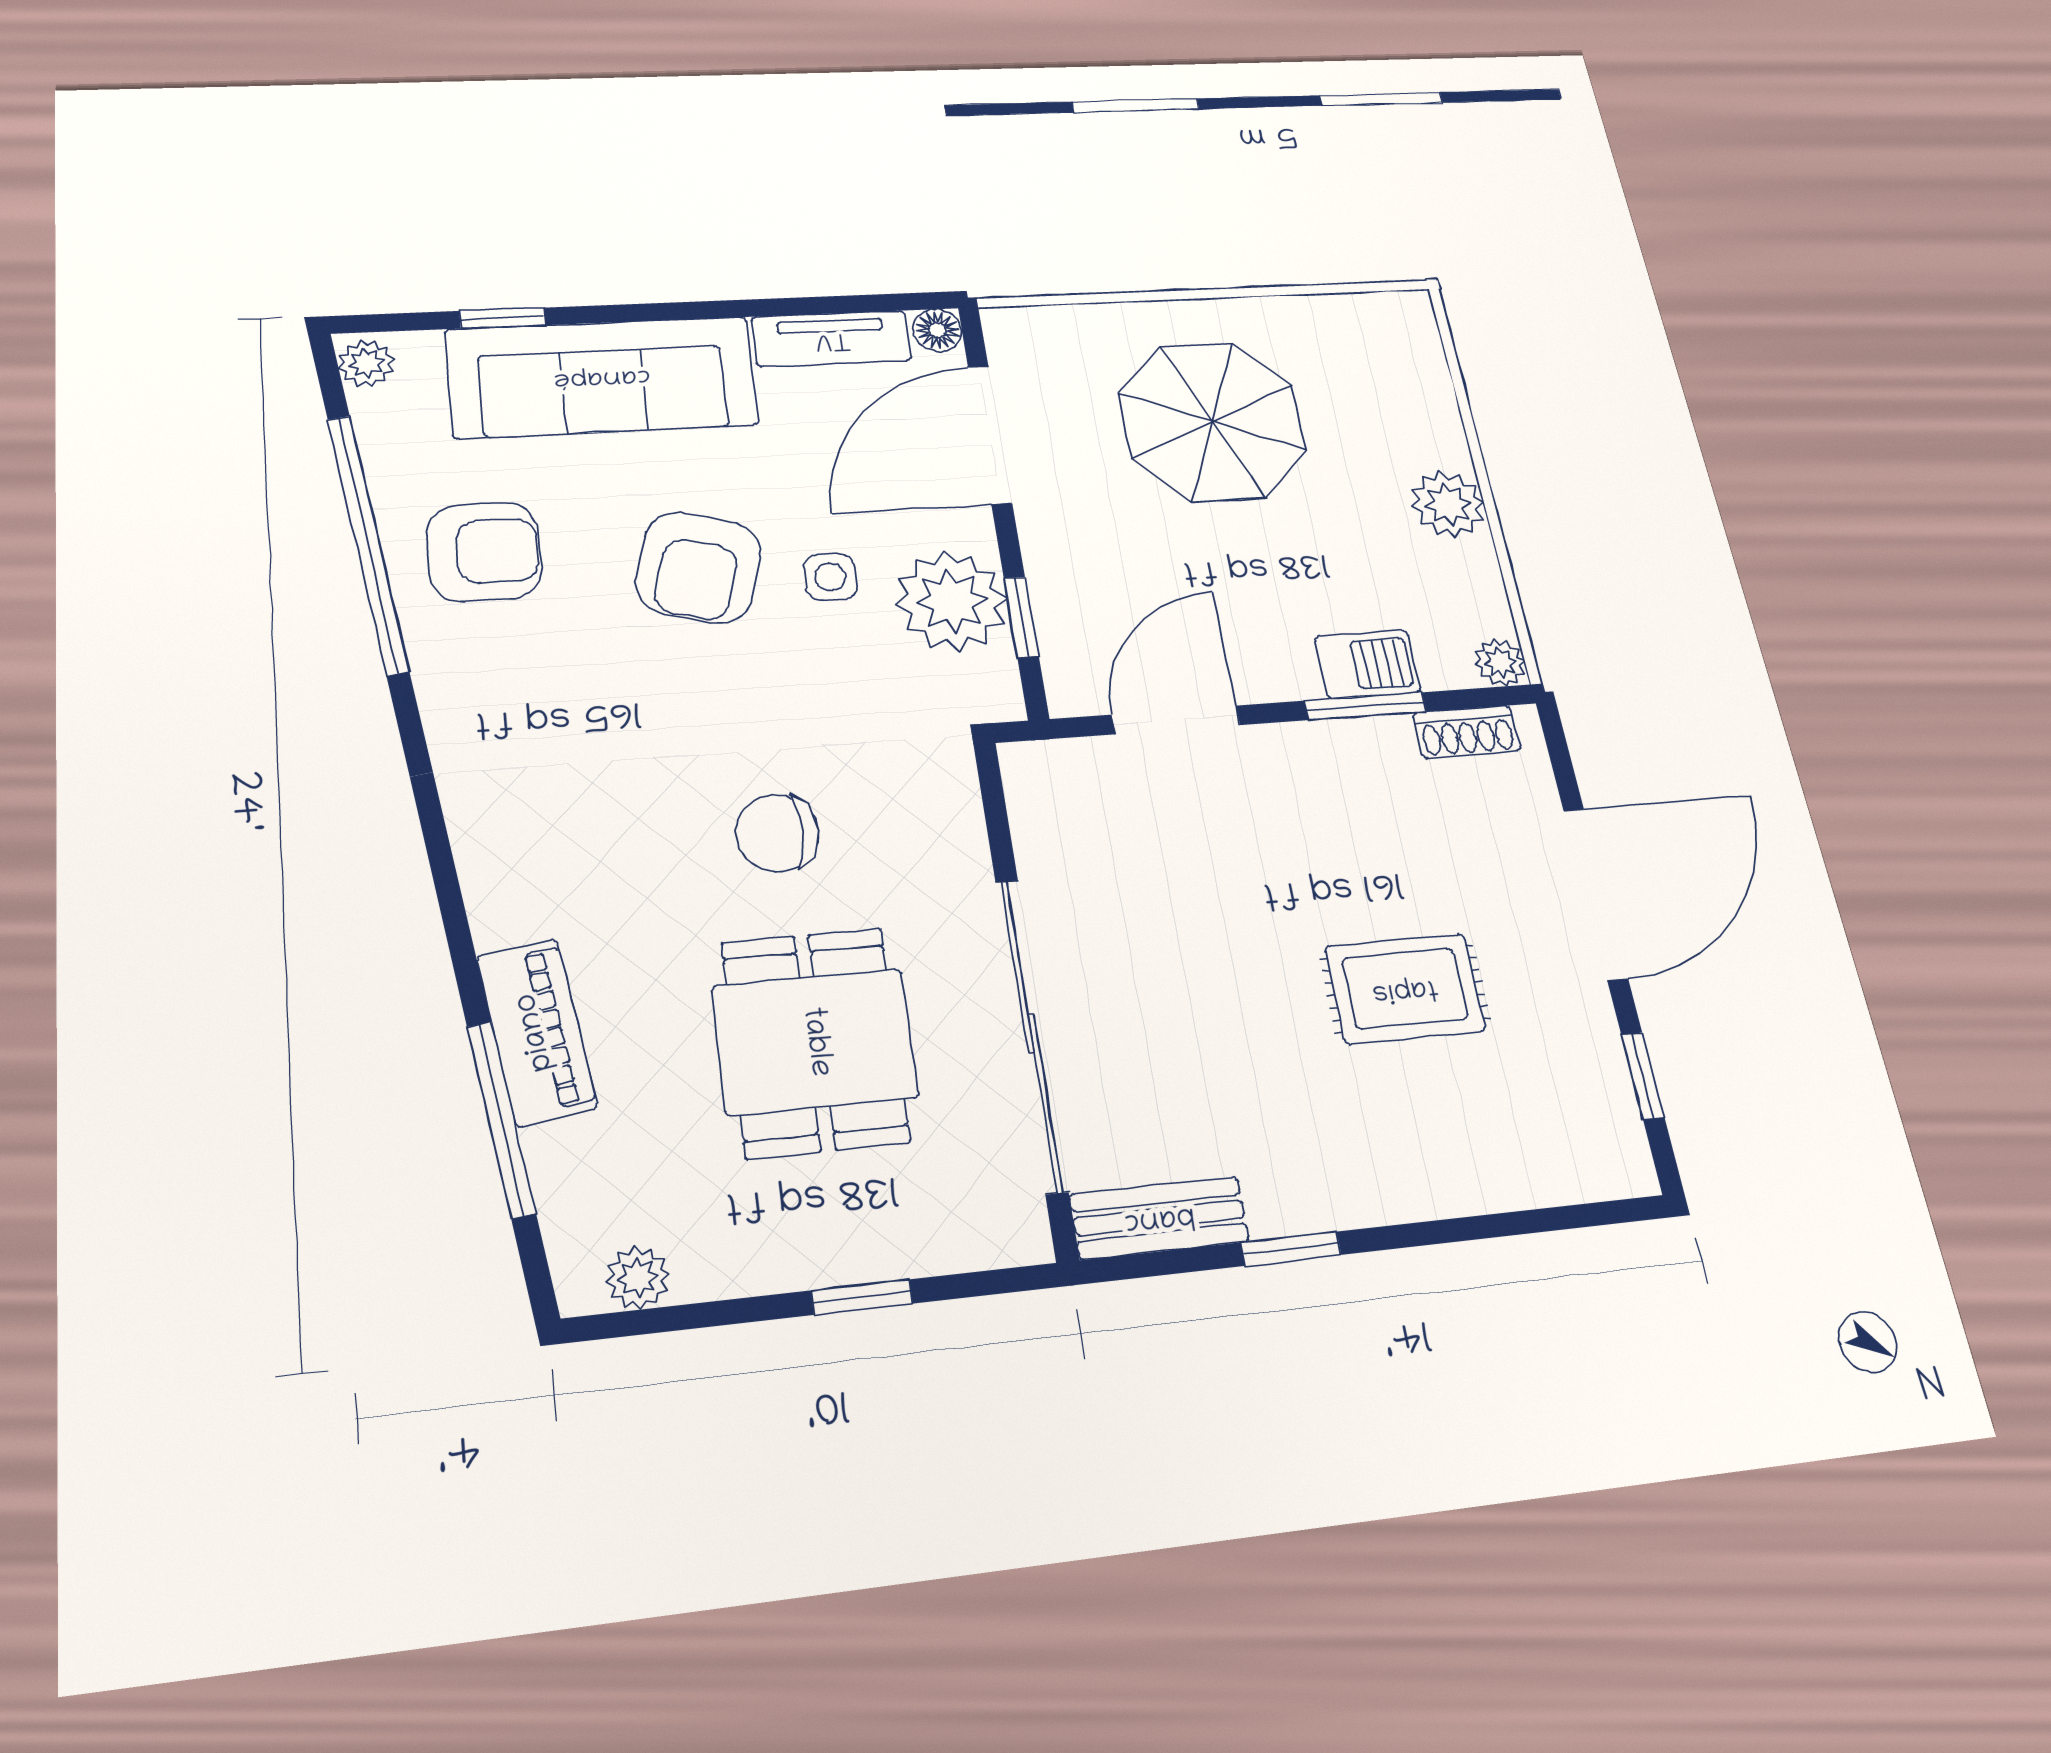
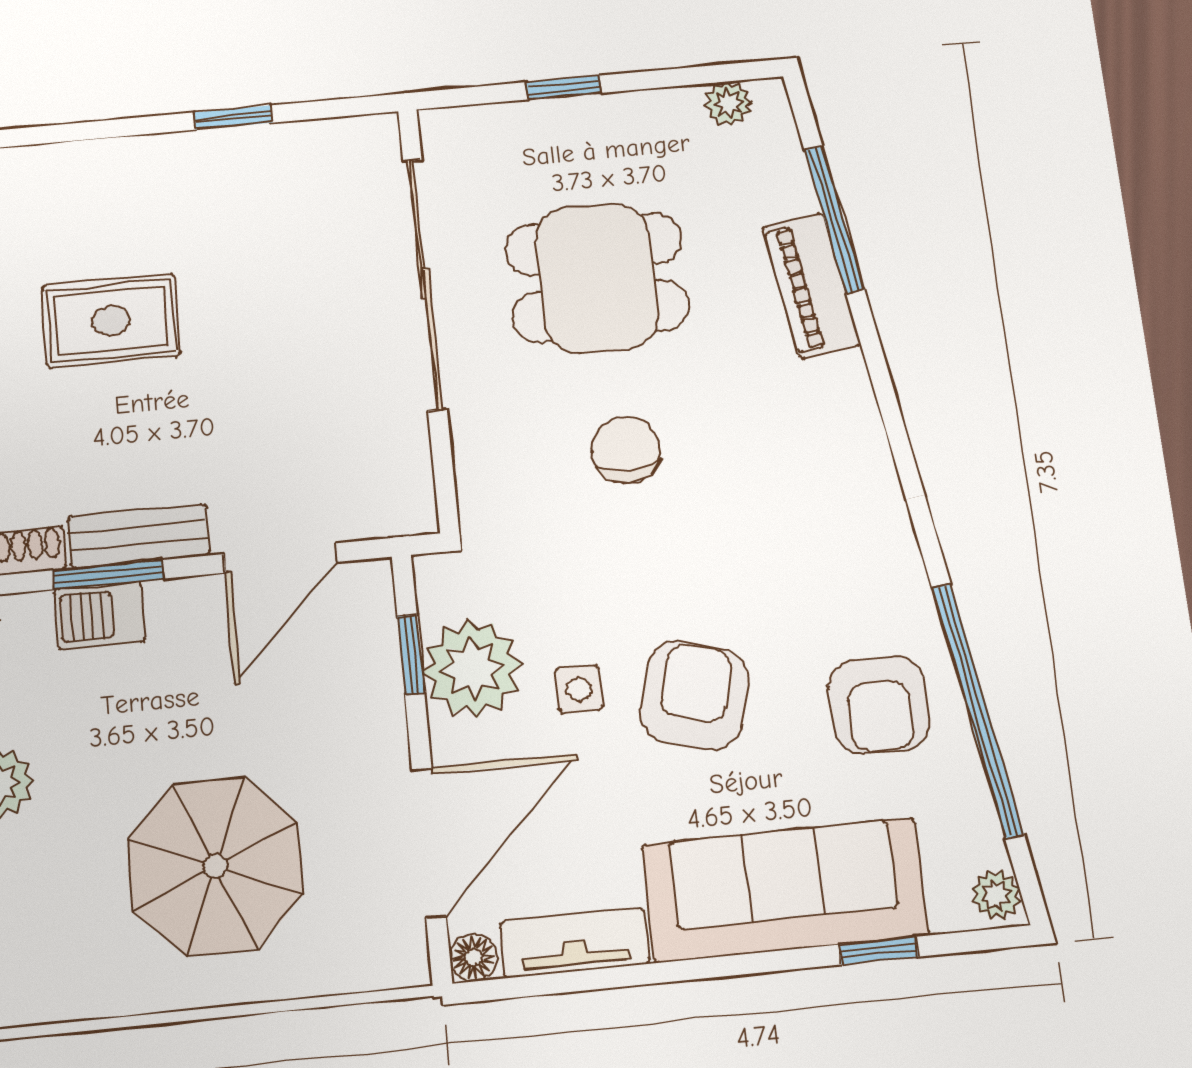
armchair: (484, 552) -> (879, 705), turned -90
chair: (777, 833) -> (626, 450), turned -90
dining table: (815, 1042) -> (597, 278), turned 90
bench: (1159, 1218) -> (139, 536), moved

